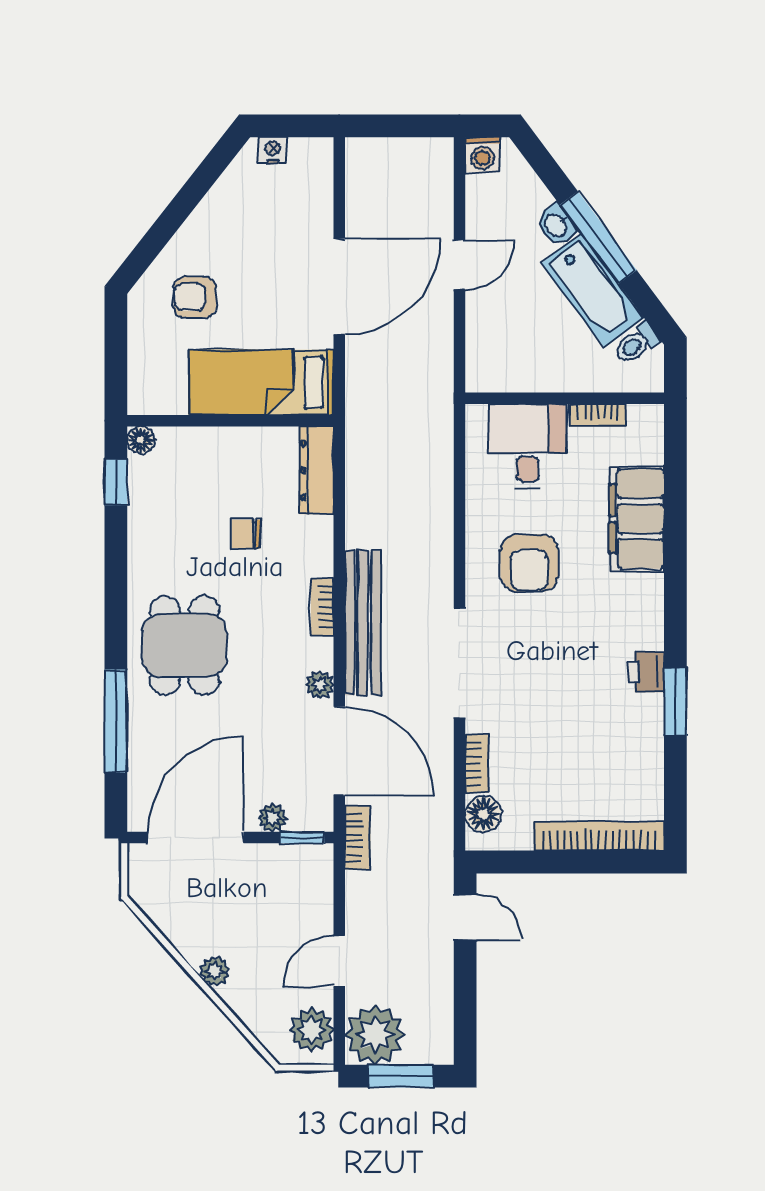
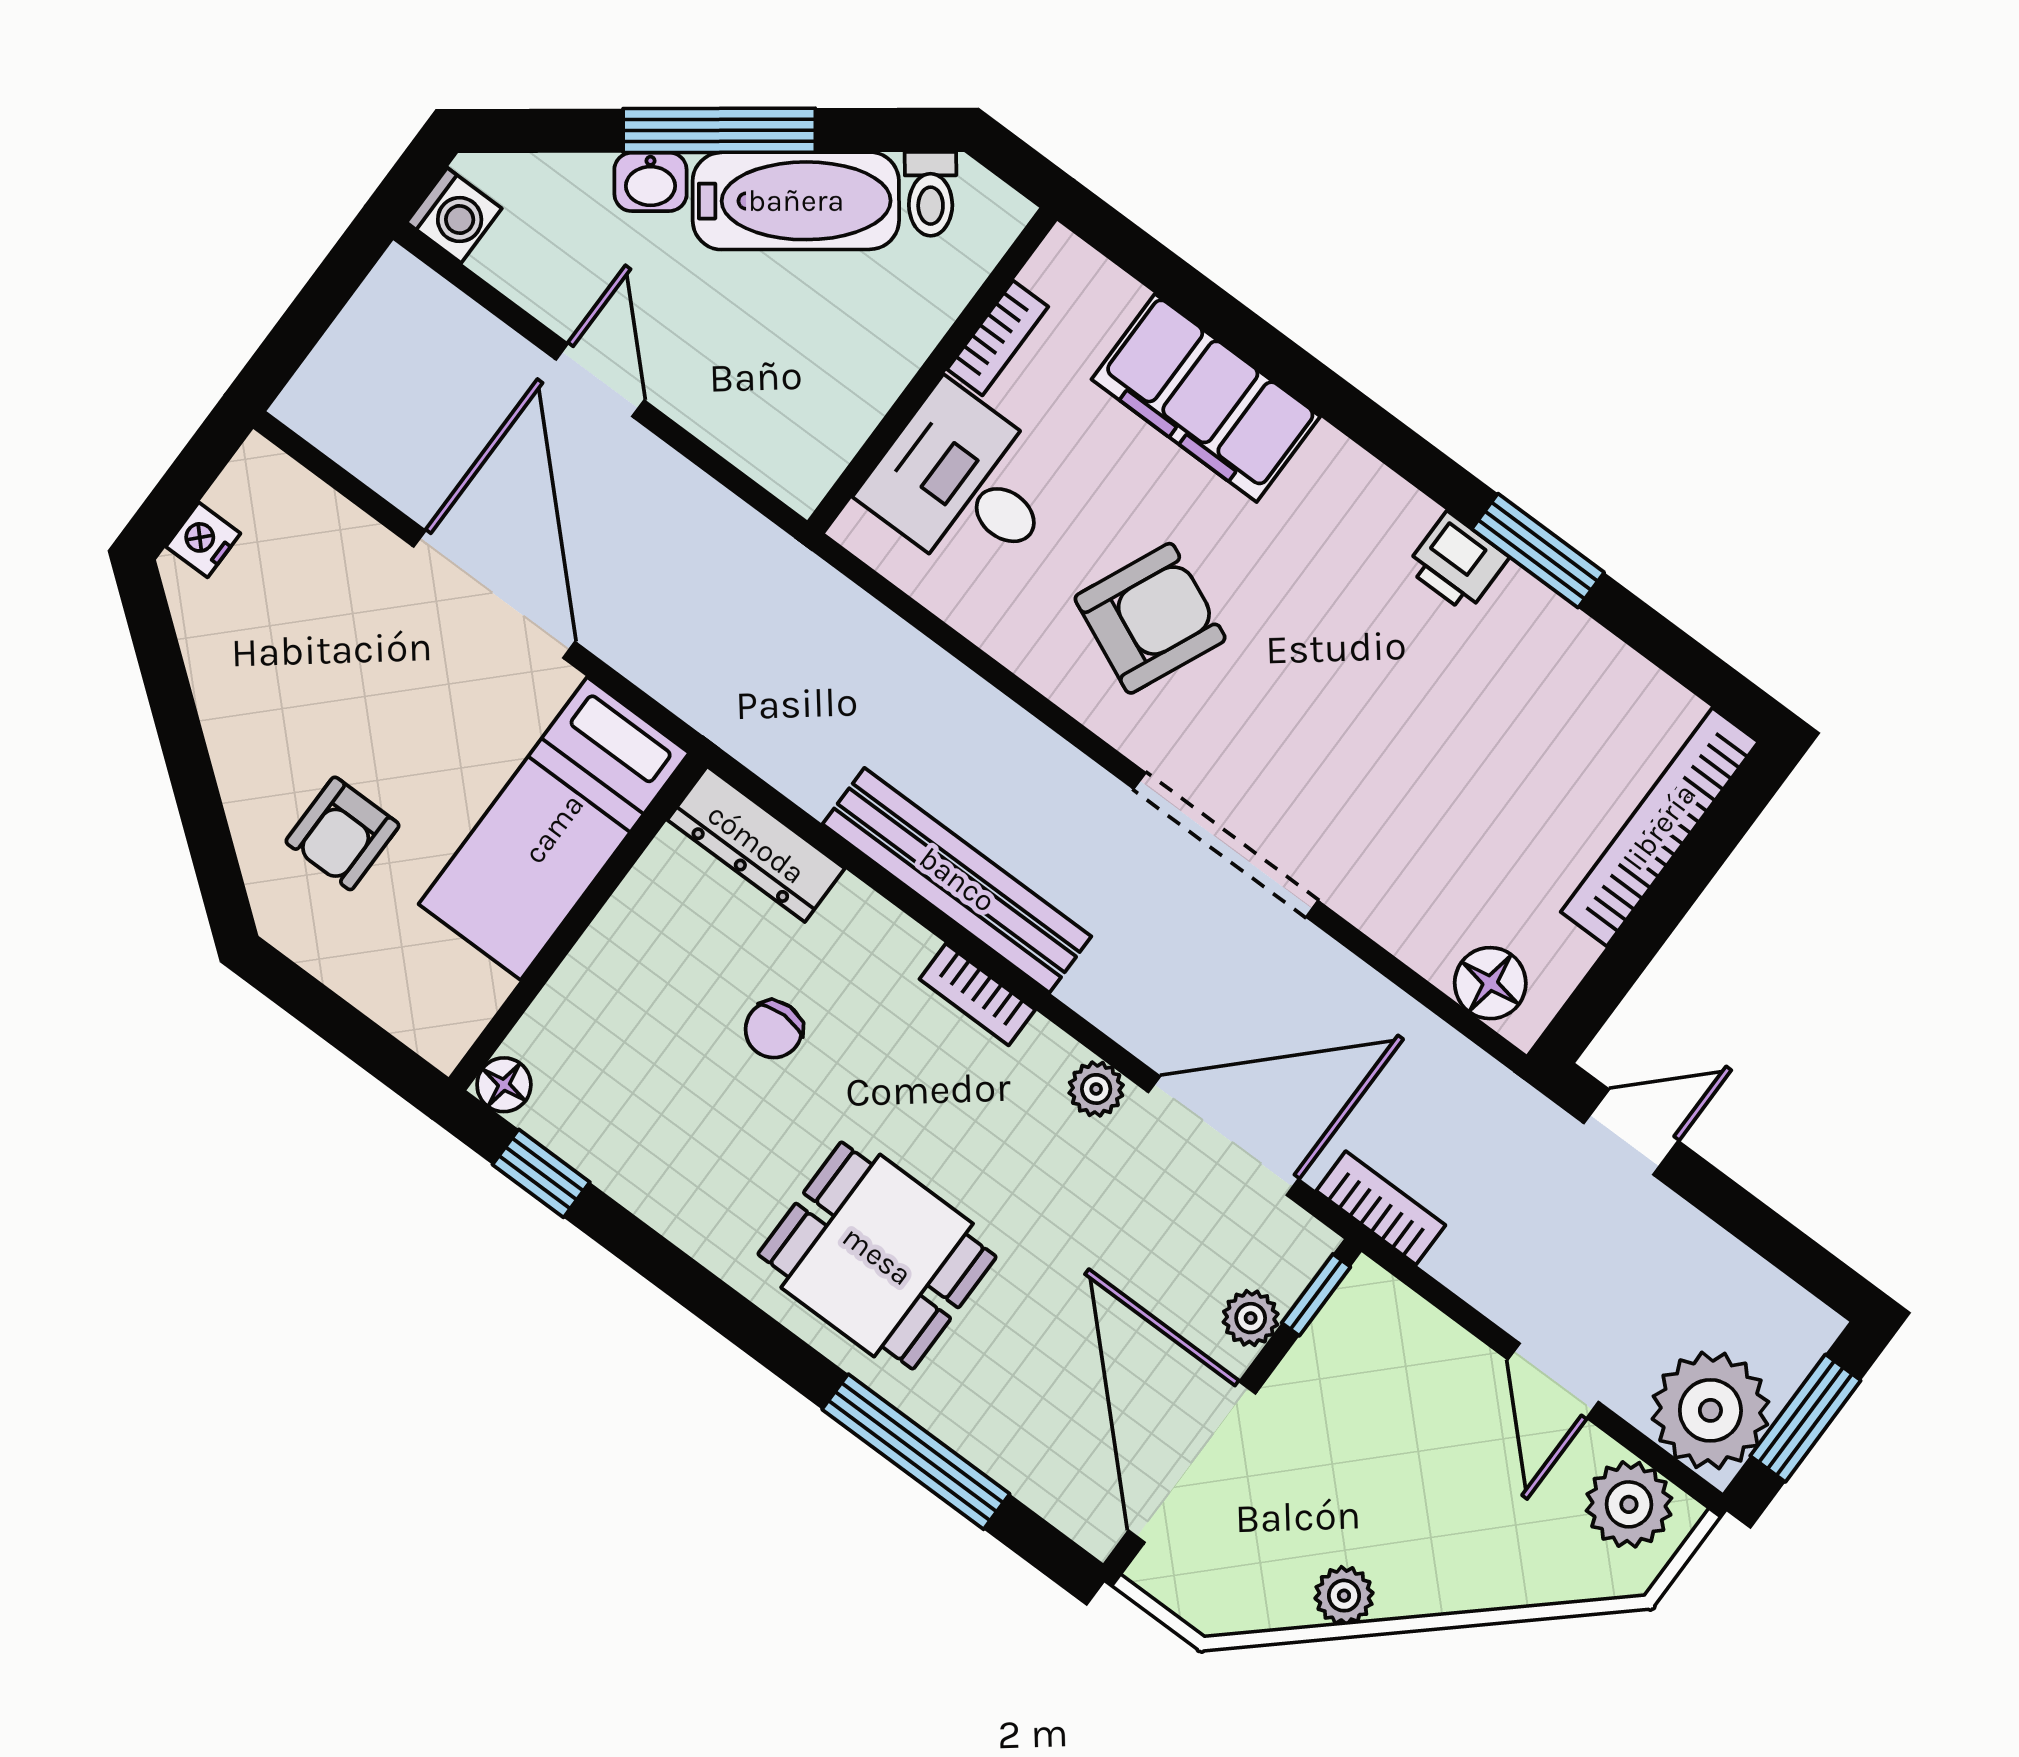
armchair: (529, 563) -> (1150, 618), turned -66
bench: (363, 623) -> (957, 880), moved
bookcase: (477, 763) -> (1403, 934), removed
plant: (215, 971) -> (1344, 1596), moved

